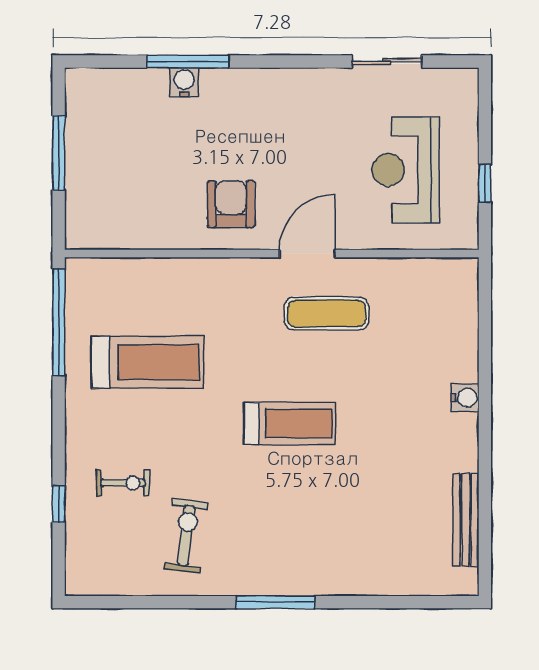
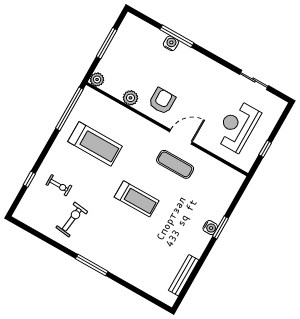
plant: (166, 233) -> (130, 98), added
plant: (80, 234) -> (97, 80), added
window: (485, 386) -> (220, 227), added

